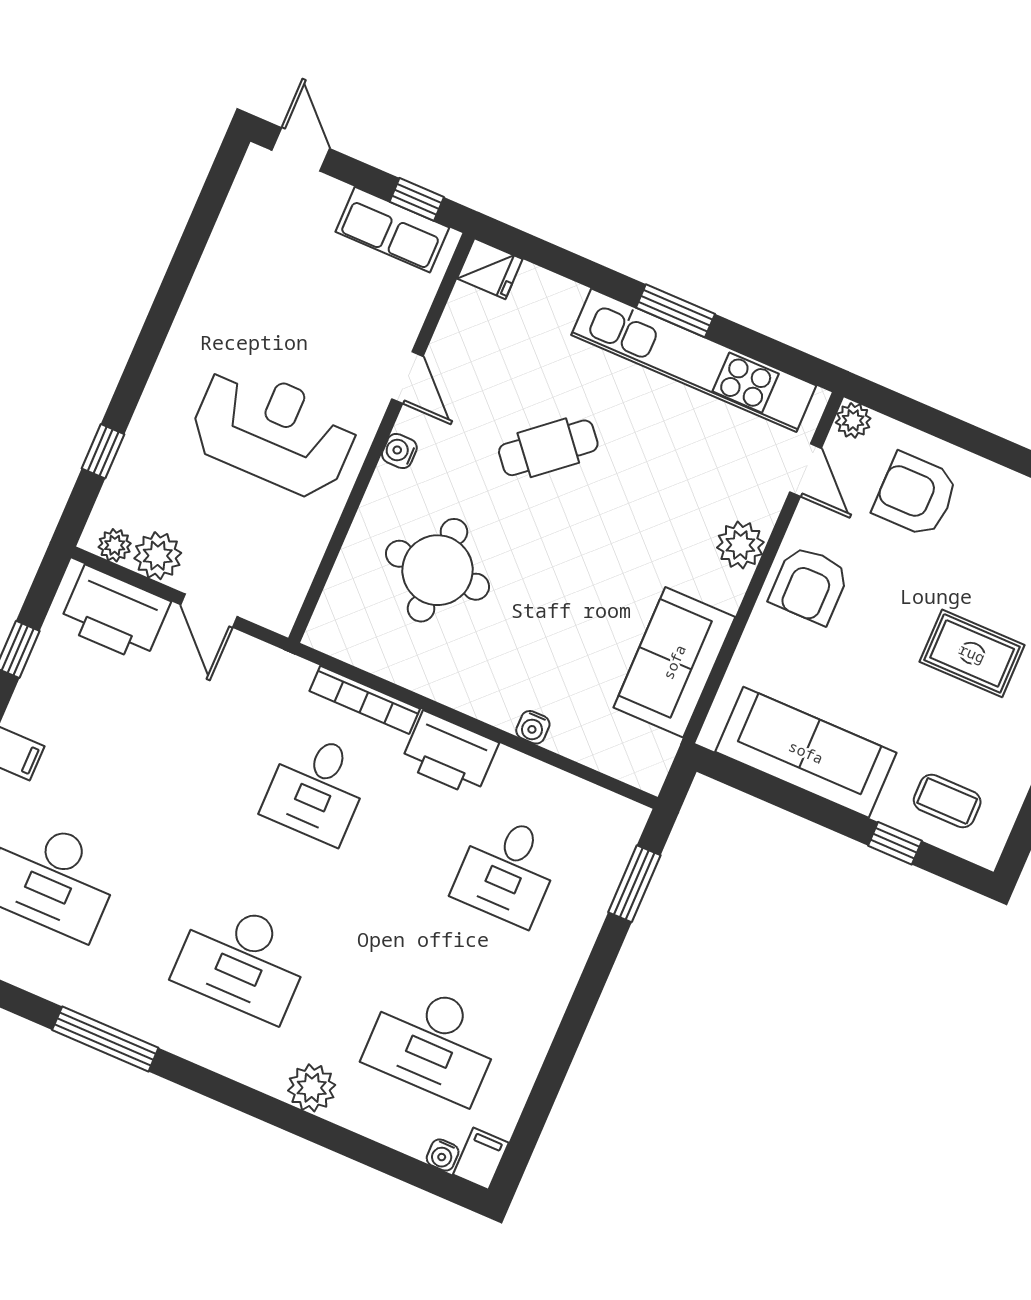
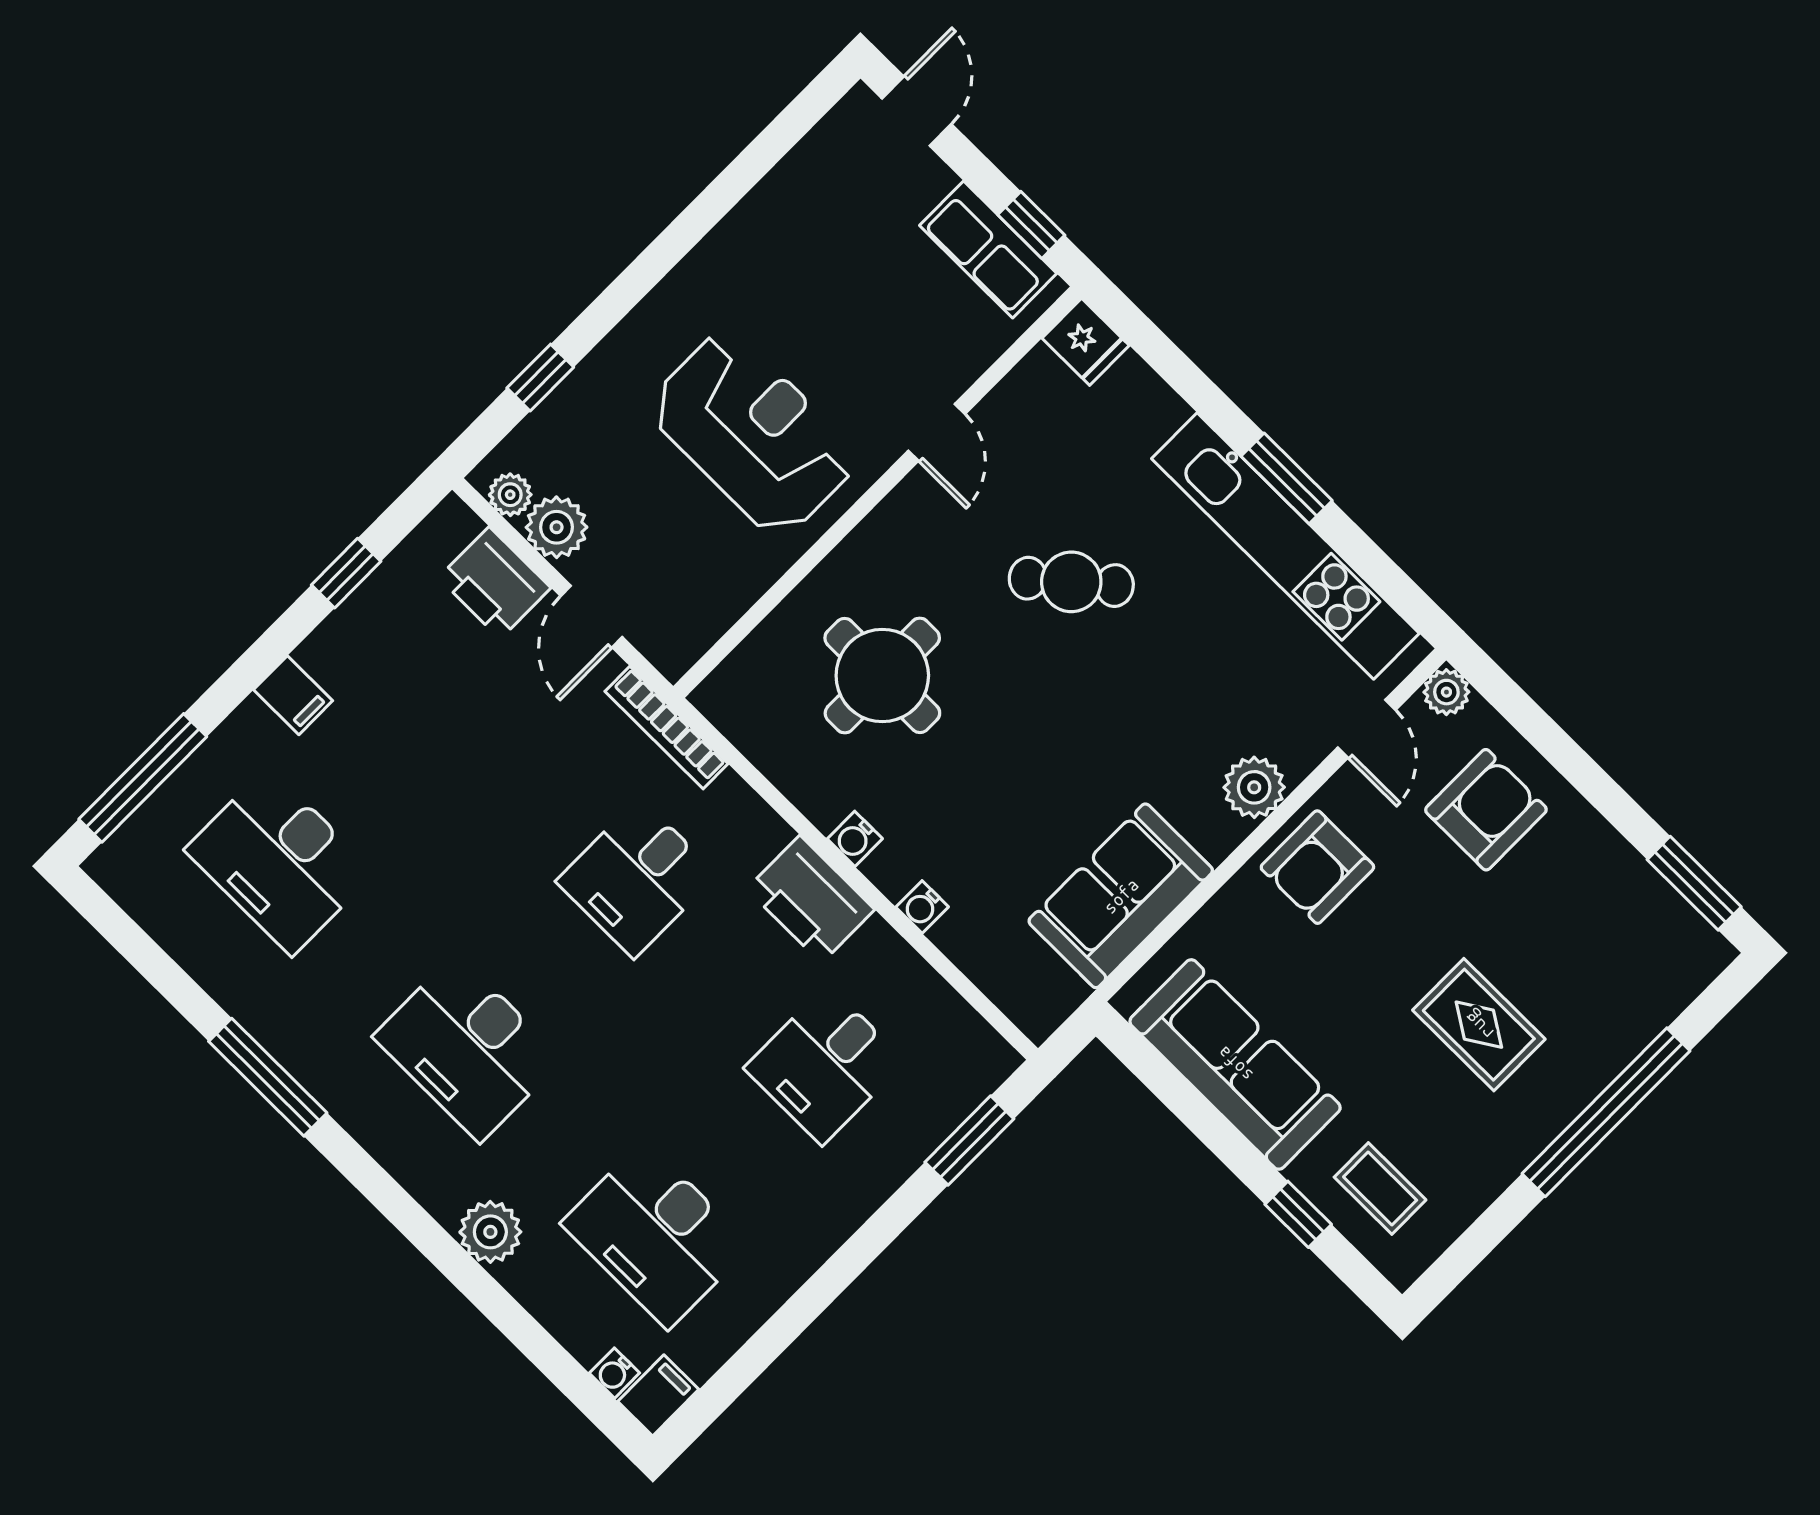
water cooler: (399, 451) -> (855, 839), moved, turned -90
armchair: (916, 495) -> (1486, 810), turned 90
printer: (115, 614) -> (495, 583), width x0.73, depth x0.84
bookcase: (365, 700) -> (666, 728), moved

